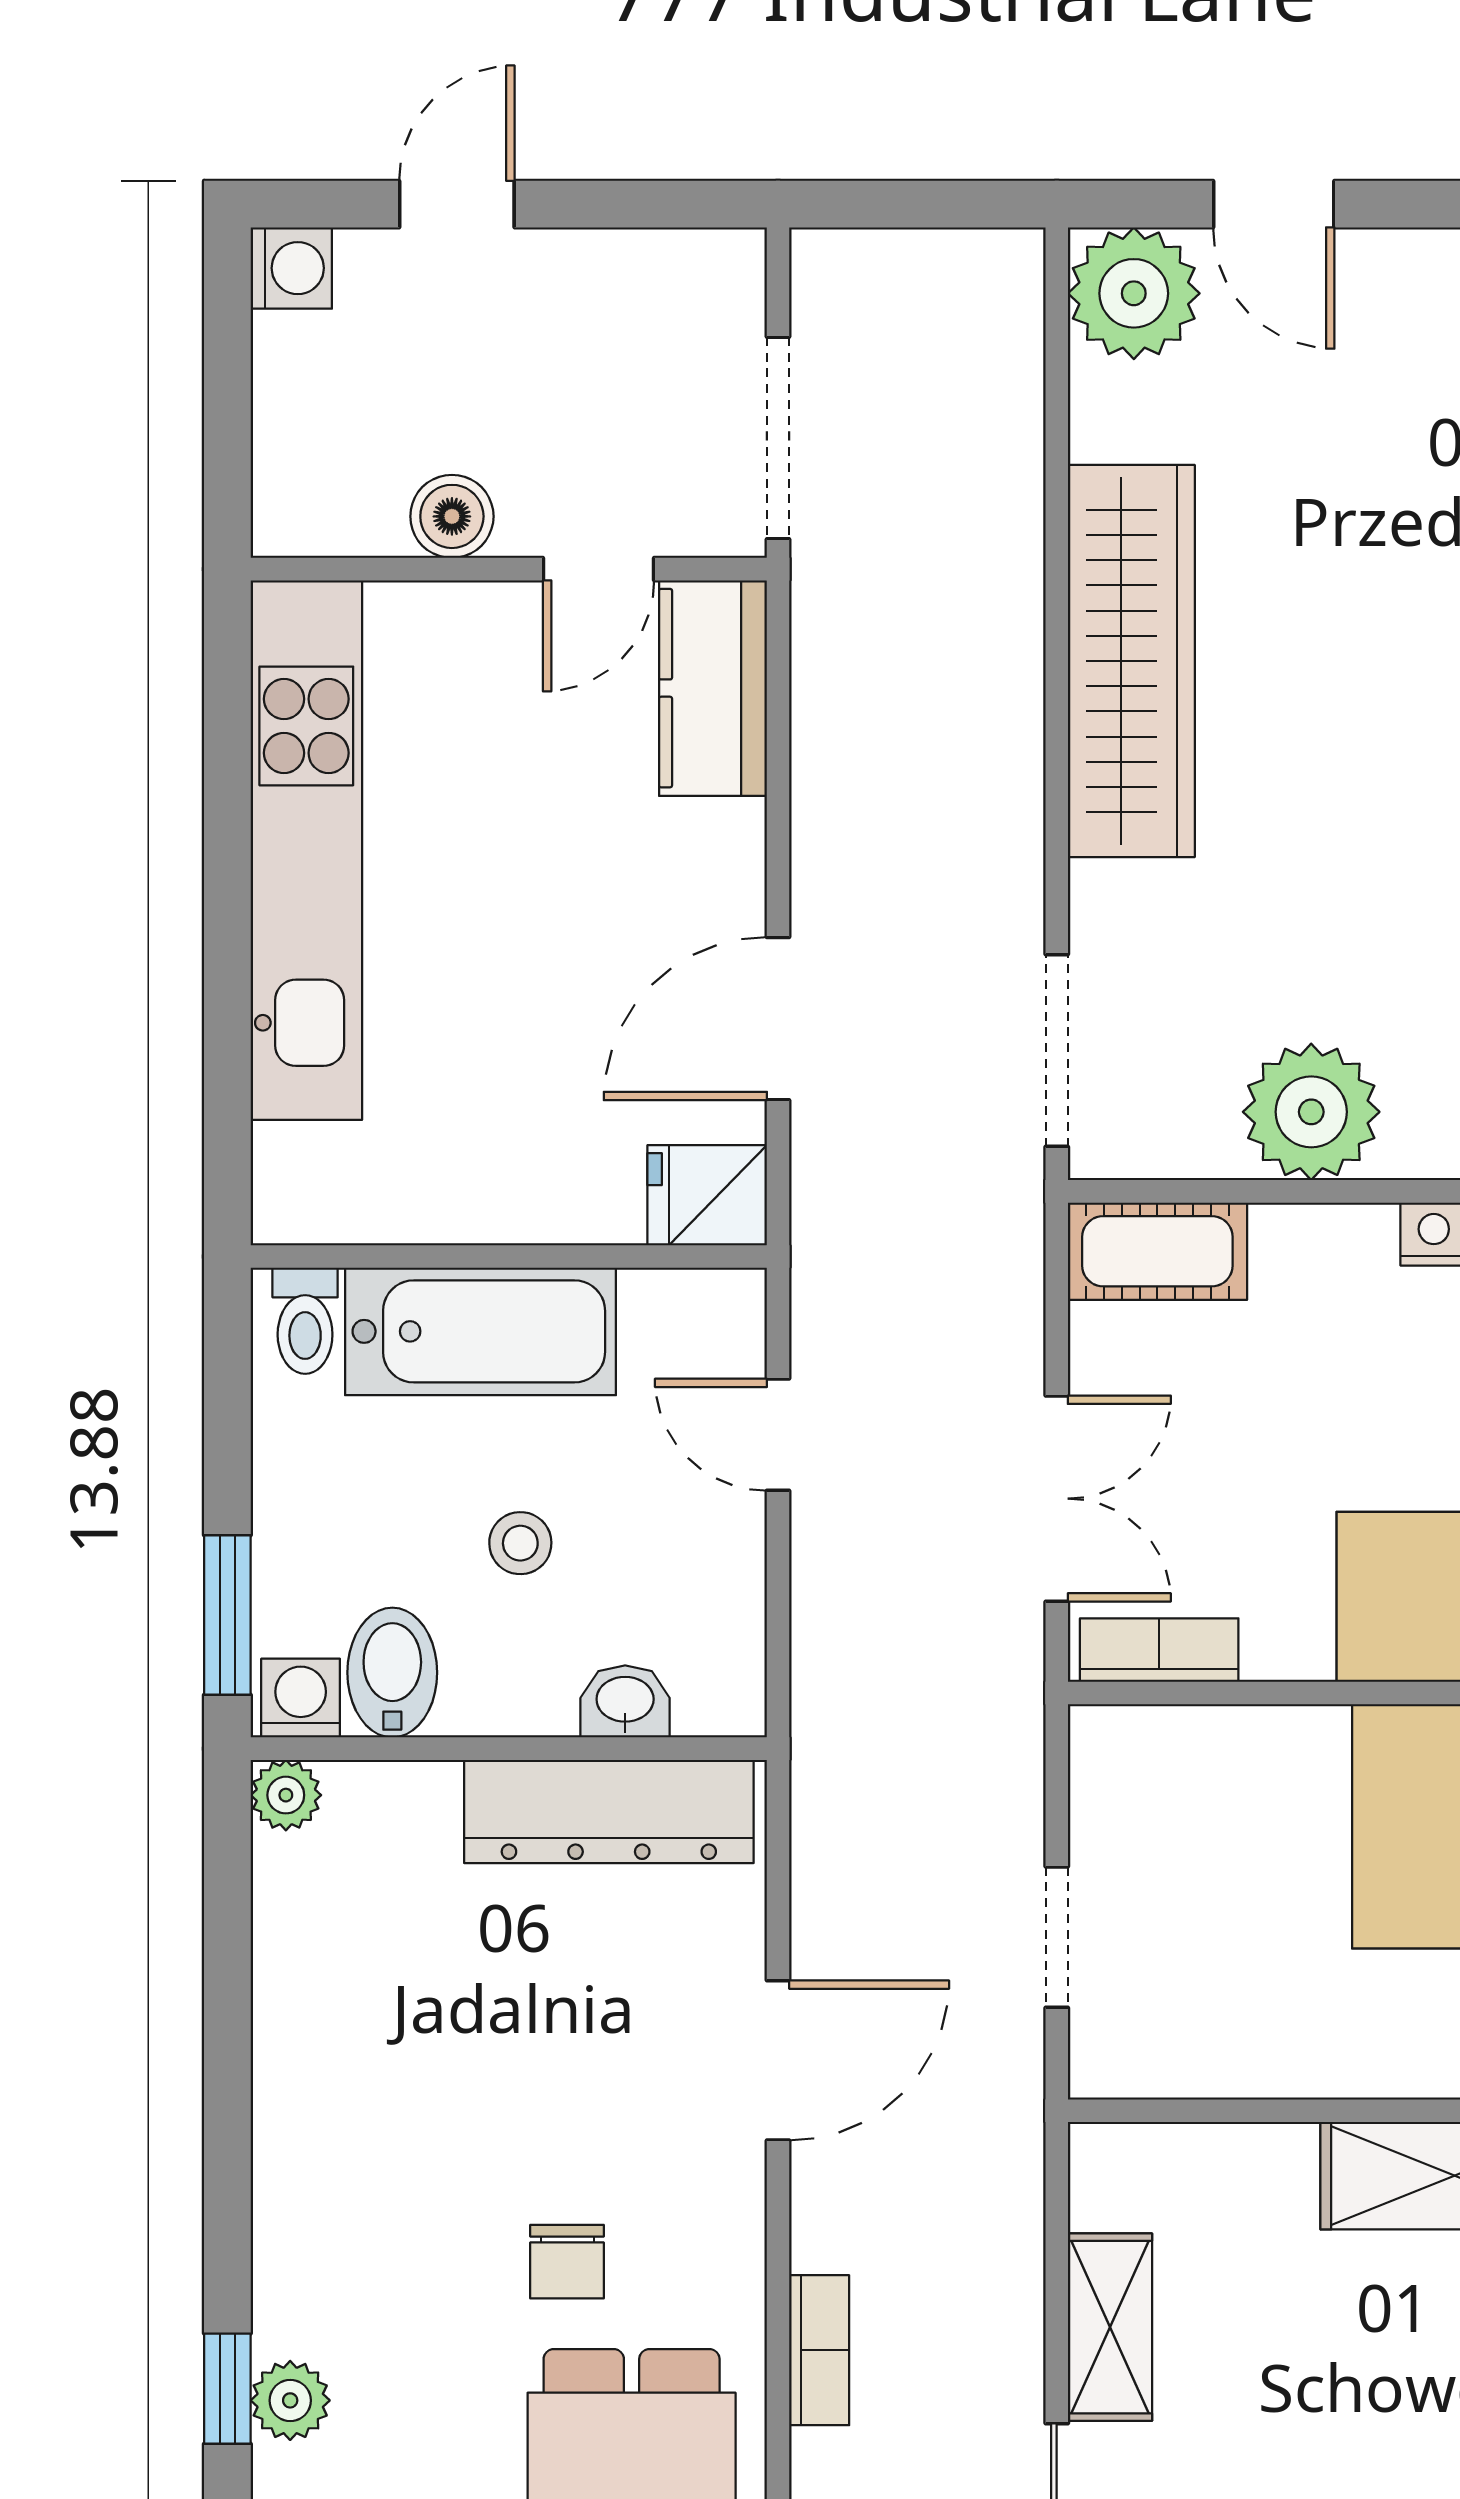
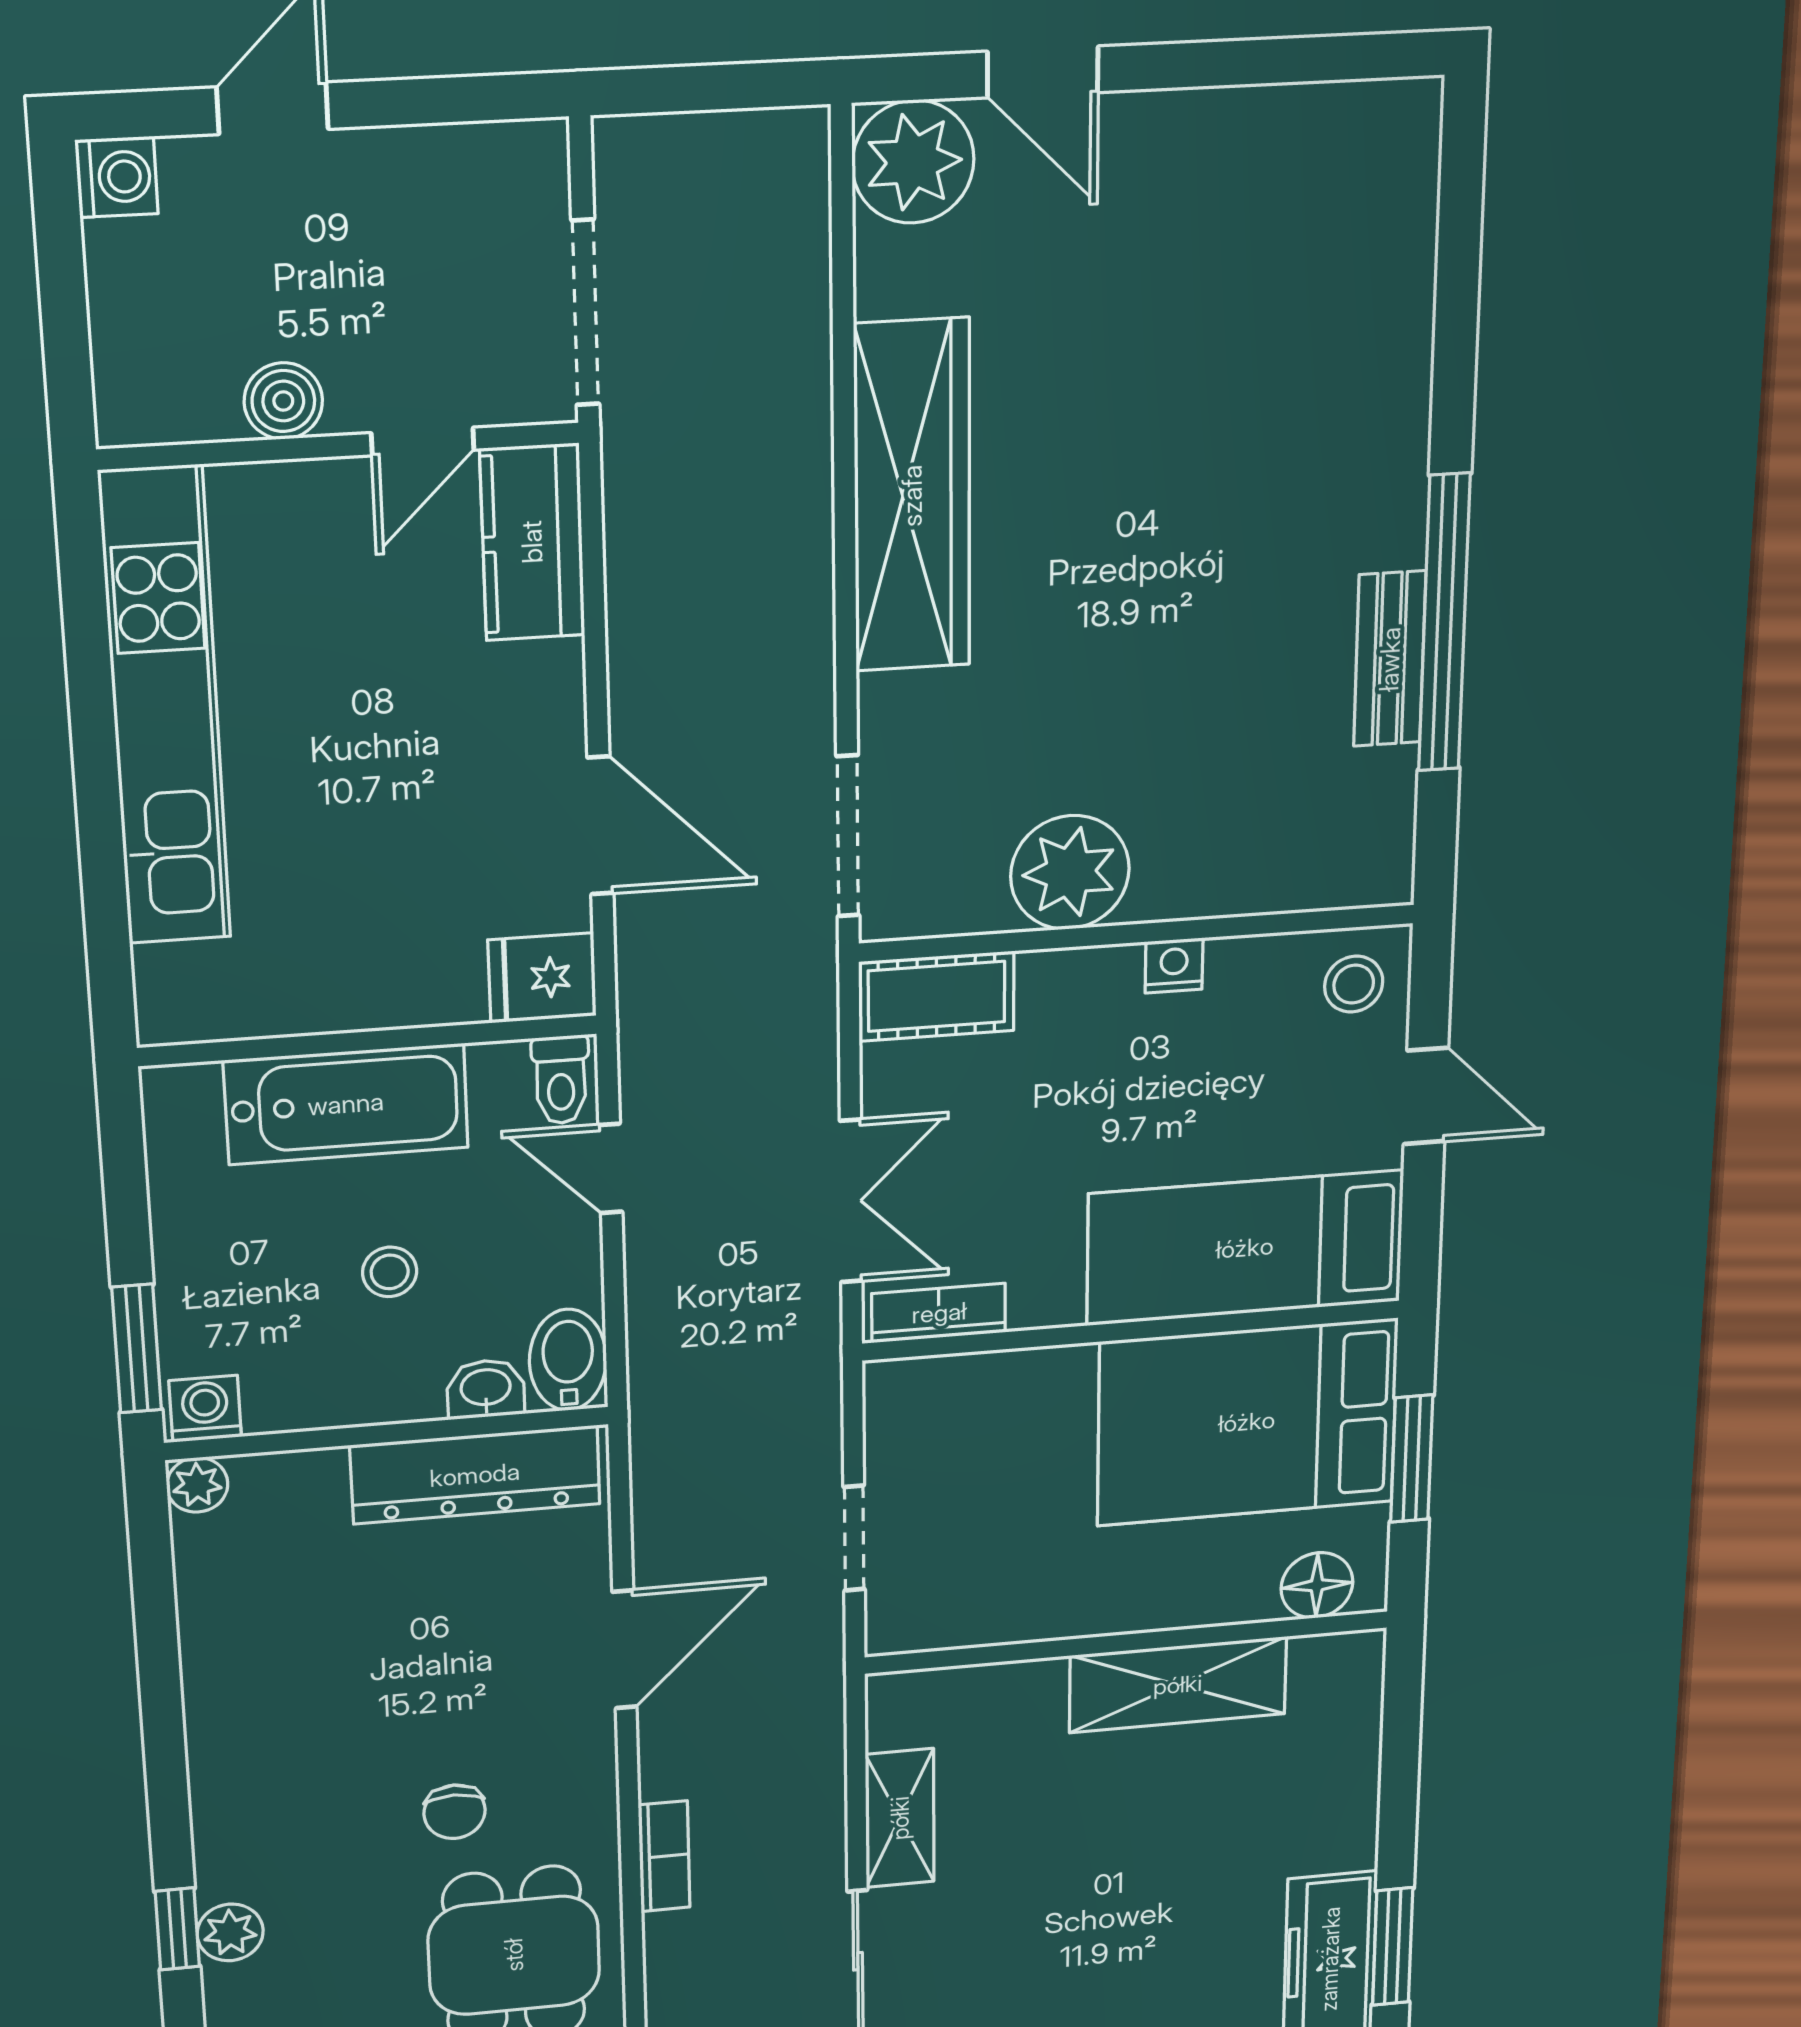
door: (778, 1019) -> (600, 826), swing flipped
toilet: (305, 1321) -> (561, 1080), moved
bidet: (392, 1673) -> (568, 1360), moved

